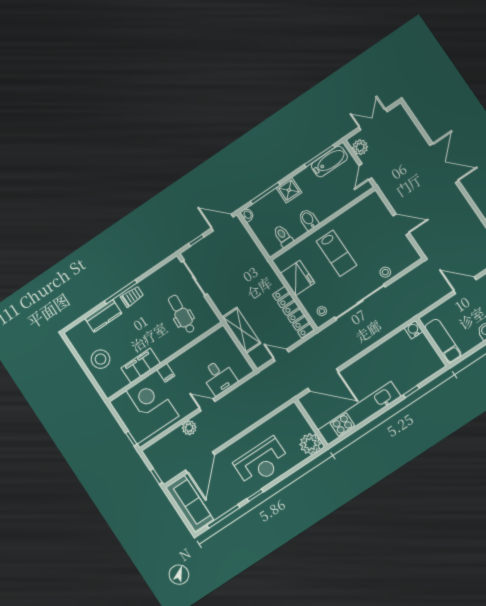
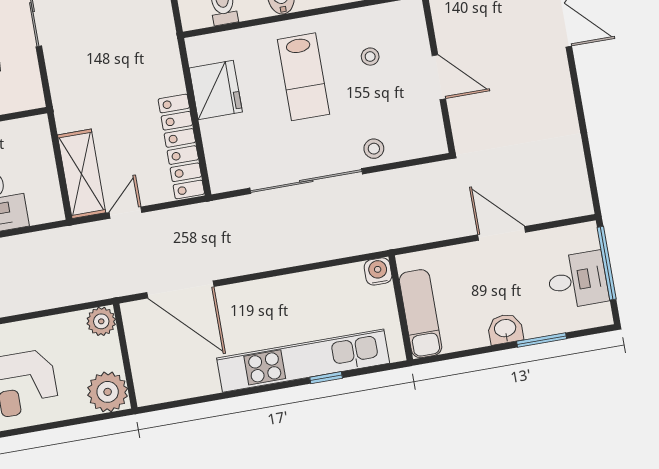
stool: (322, 311) -> (370, 57), moved
shelving: (241, 330) -> (82, 174), moved
door: (281, 355) -> (125, 213), hinge flipped
plant: (292, 412) -> (101, 321), added
kitchen unit: (359, 413) -> (303, 361), moved

